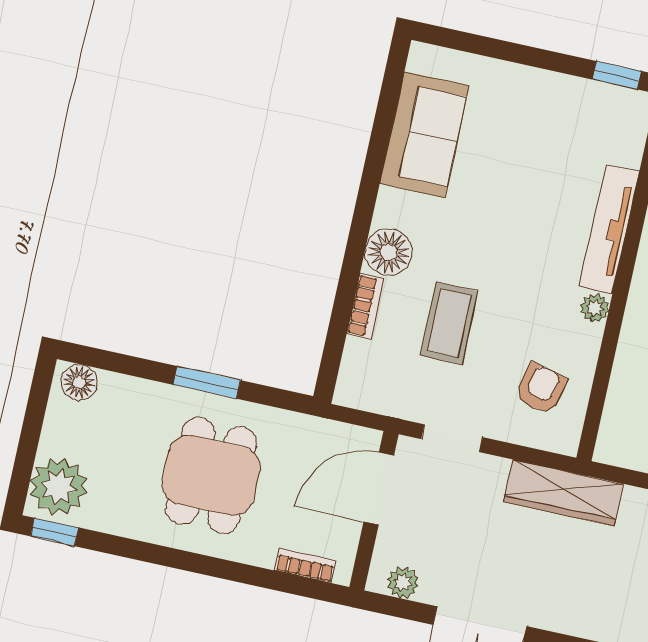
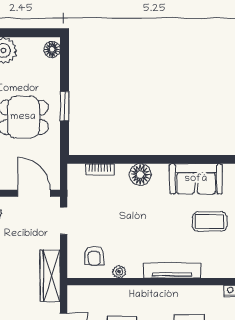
bookcase: (365, 306) -> (100, 169), moved
plant: (595, 308) -> (119, 272), moved
coffee table: (449, 323) -> (210, 222), moved
armchair: (541, 389) -> (94, 256), turned 76

